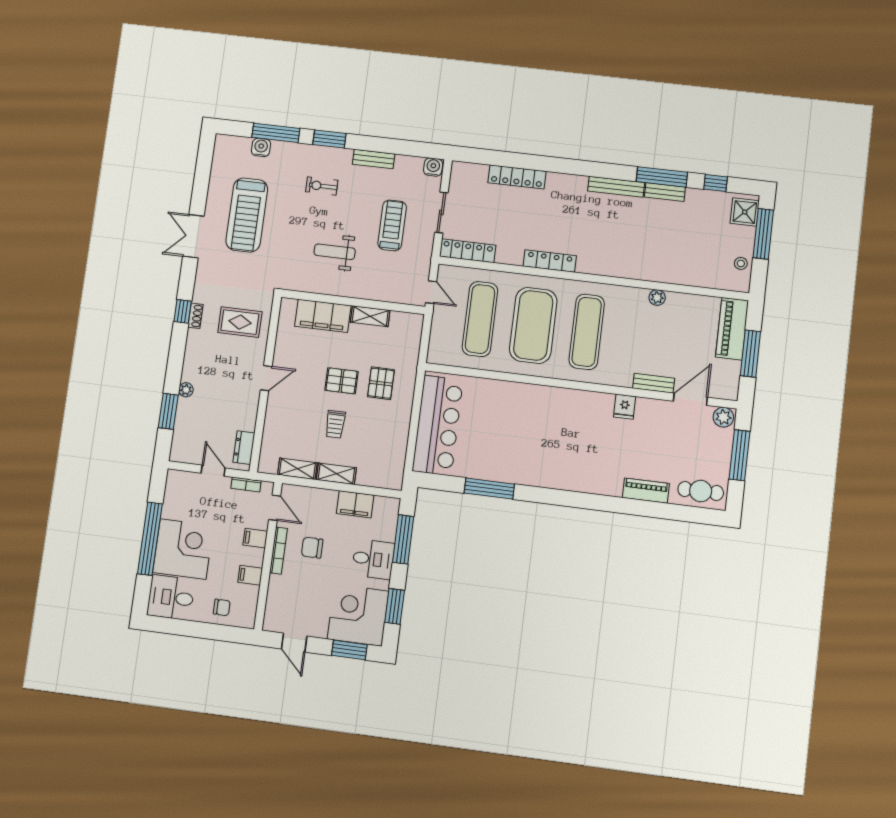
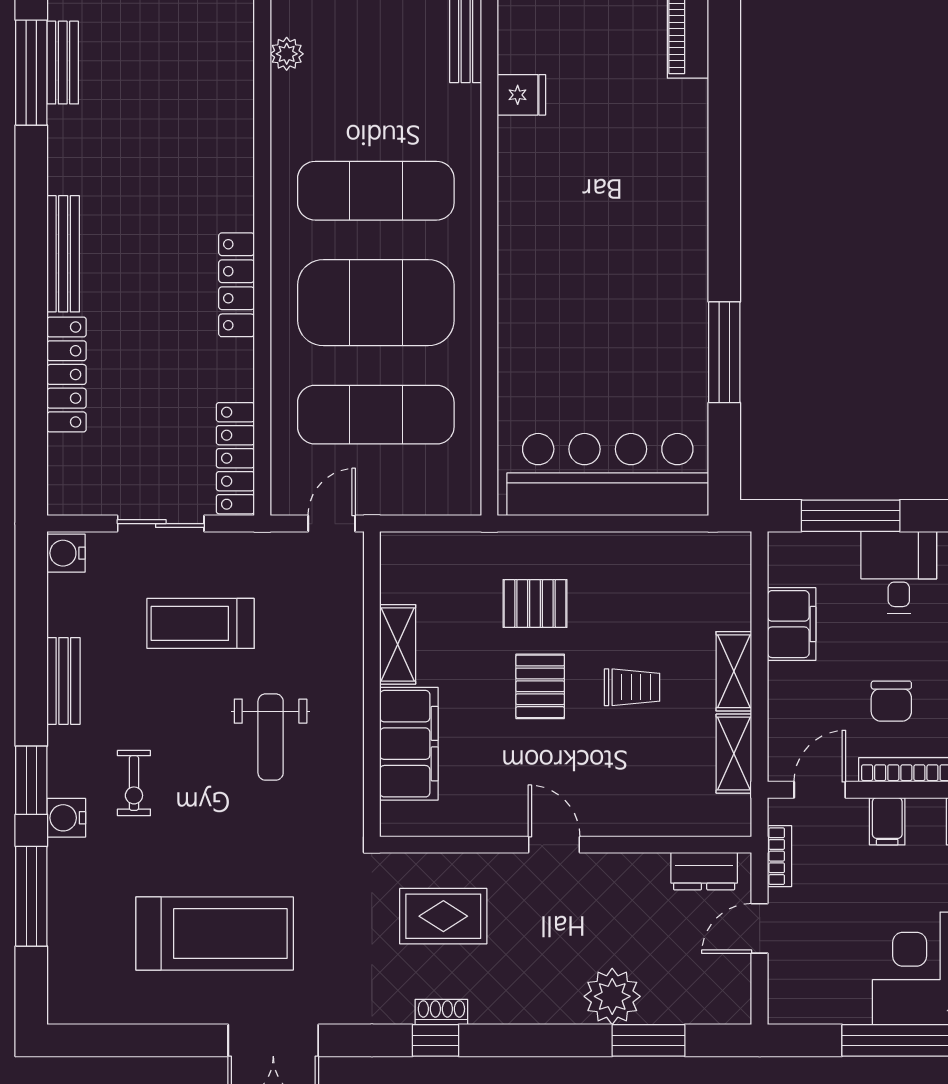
water cooler: (261, 147) -> (66, 818), moved
bench: (616, 187) -> (63, 254), moved
rug: (240, 322) -> (443, 916), turned 90
plant: (186, 390) -> (612, 996), width x1.88, depth x1.88

